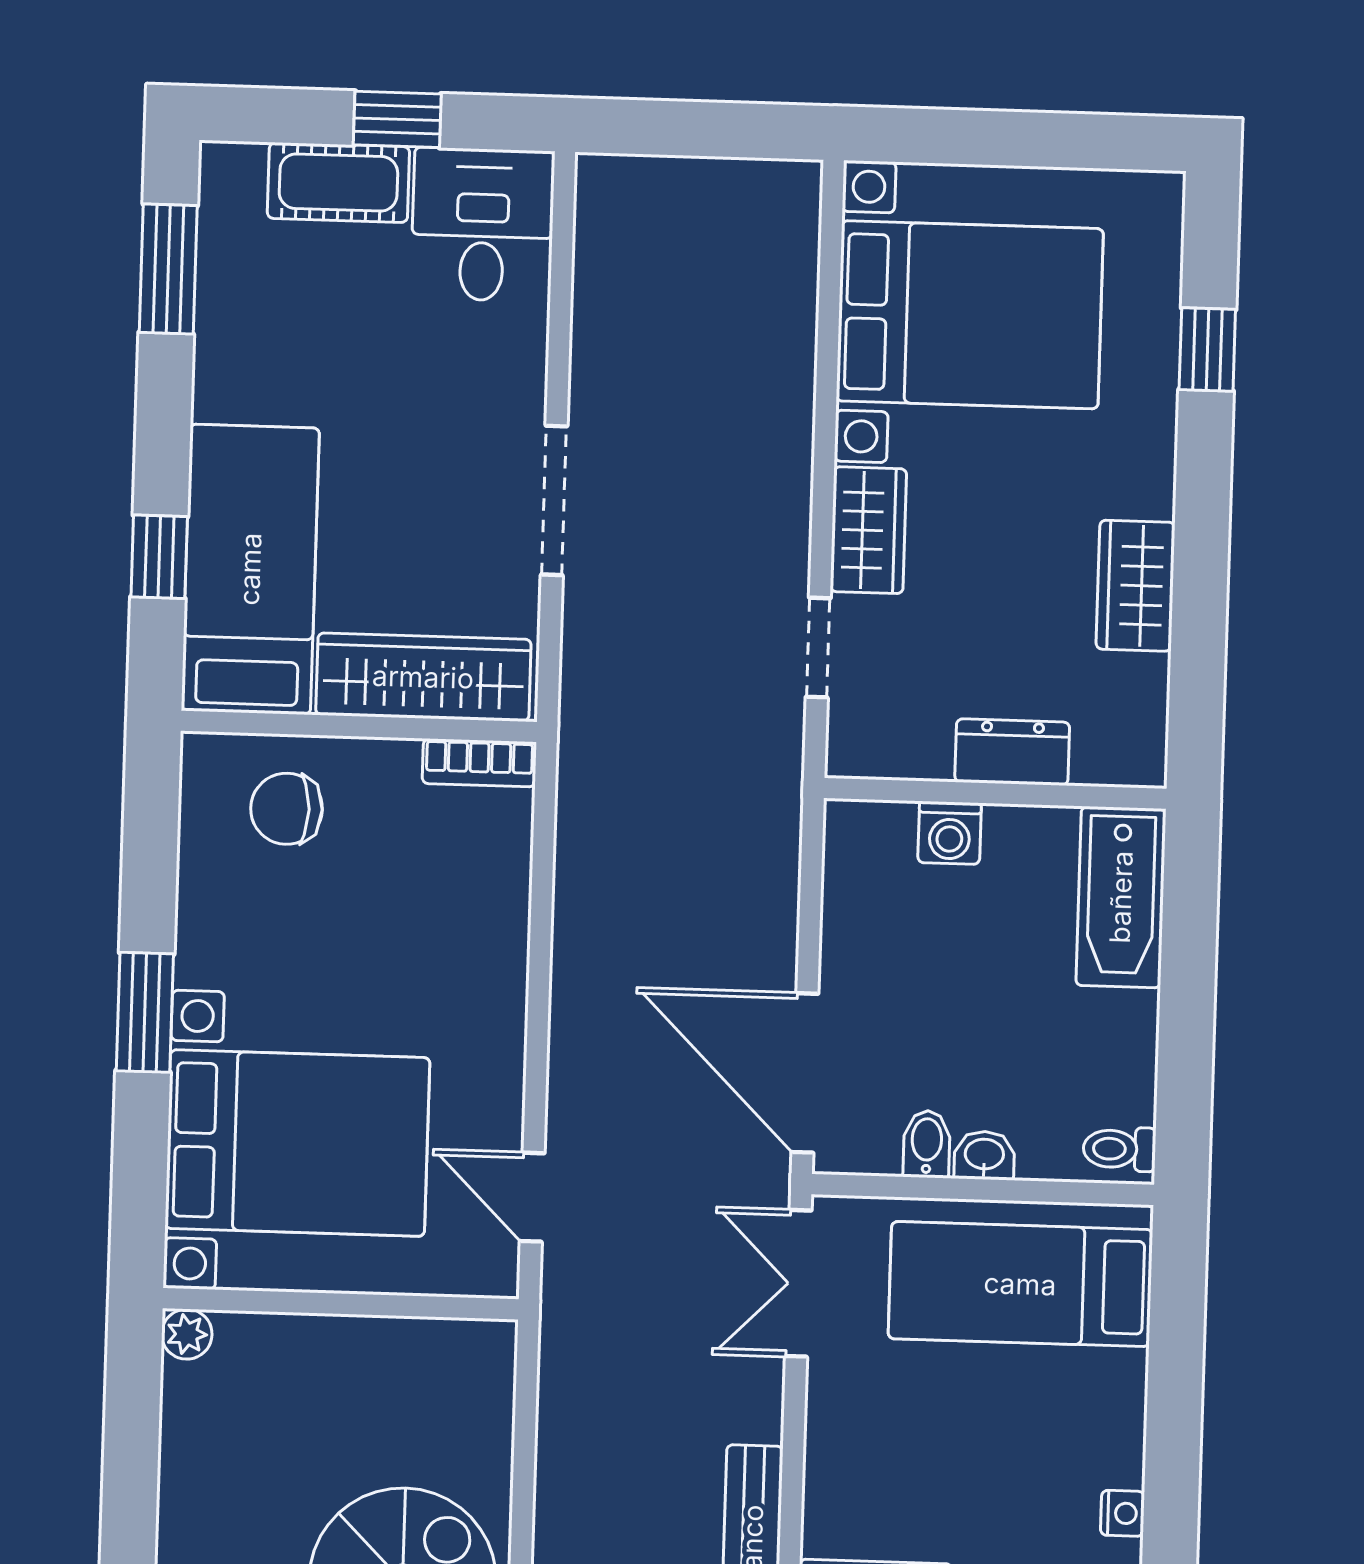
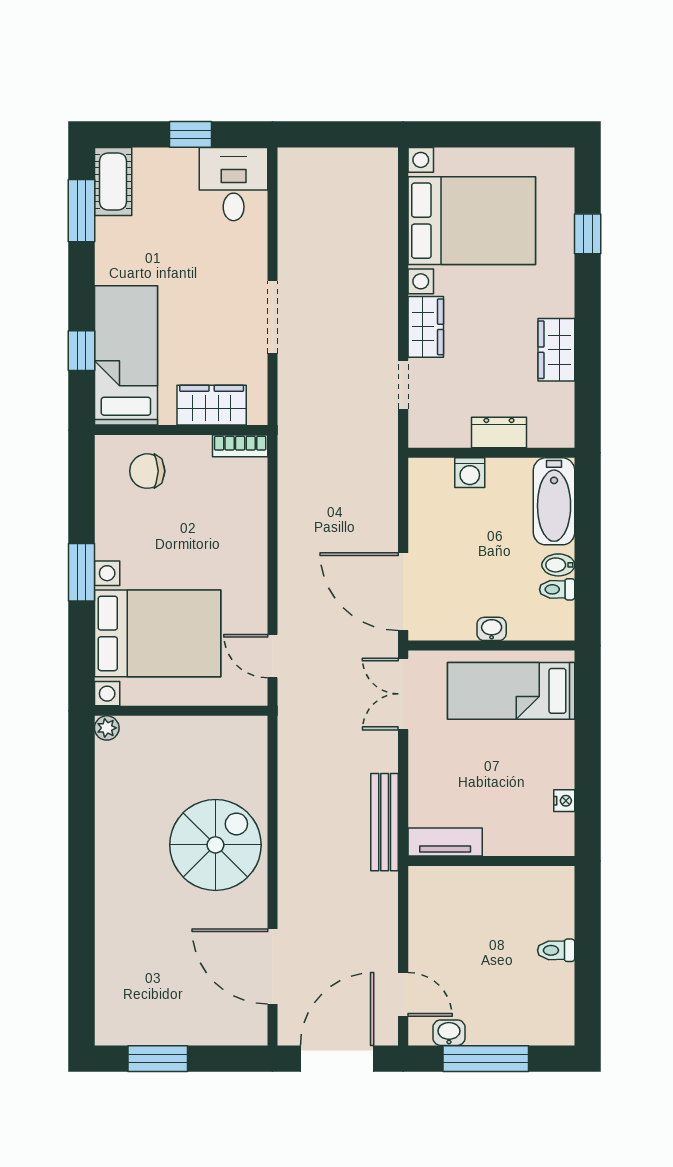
cot: (338, 182) -> (113, 181), moved, turned 90
wardrobe: (423, 677) -> (212, 405), width x0.67
bidet: (927, 1144) -> (558, 565), moved, turned -90
toilet: (1119, 1149) -> (557, 589), moved

